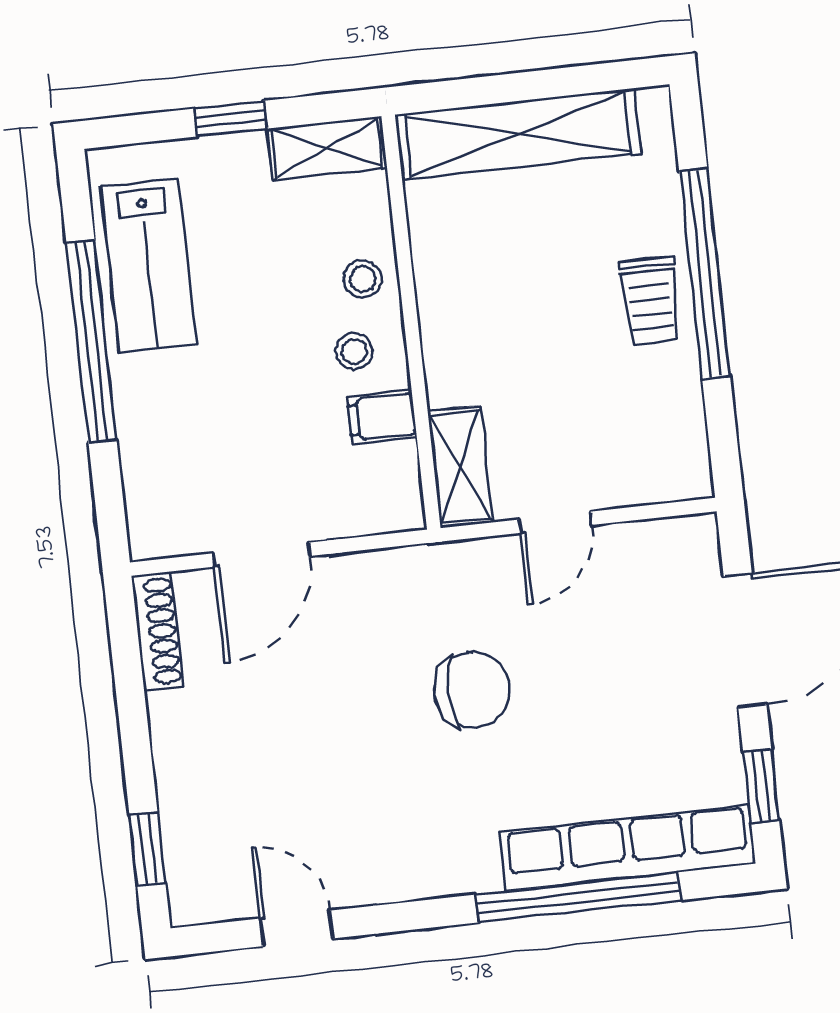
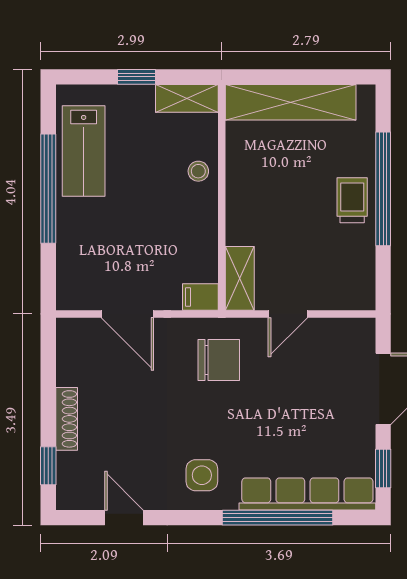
trolley: (650, 301) -> (352, 200), turned 180
stool: (354, 351) -> (189, 210), removed
filing cabinet: (382, 417) -> (200, 297), moved
door: (262, 555) -> (127, 314), hinge flipped
shoe rack: (157, 631) -> (67, 419), moved
chair: (472, 690) -> (219, 360), moved
side table: (431, 835) -> (202, 475), added

